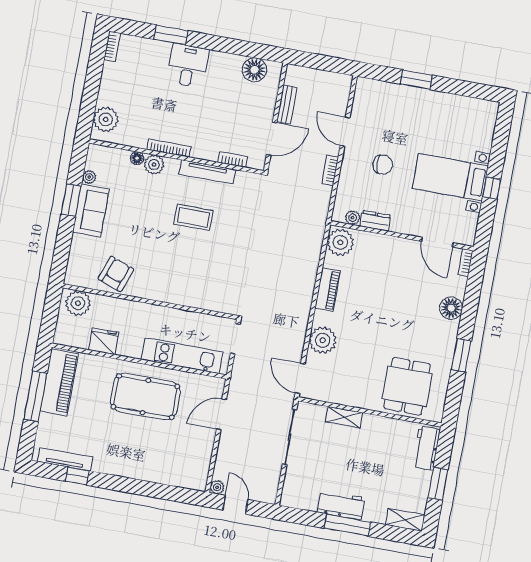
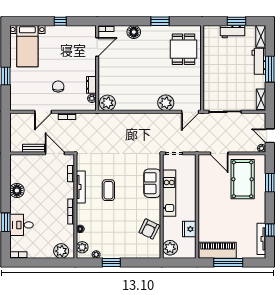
desk: (188, 66) -> (21, 225), moved
floor lamp: (254, 70) -> (17, 191), moved
plant: (154, 165) -> (82, 247), moved
bed with nightstands: (450, 177) -> (27, 46), moved
sofa: (91, 210) -> (152, 183), moved, turned -90
armchair: (116, 274) -> (149, 229), turned -84
piano: (328, 290) -> (136, 105), removed
kitchen unit: (182, 356) -> (169, 193), moved, turned 180
dining table: (407, 386) -> (183, 49), turned 90
pool table: (145, 397) -> (243, 179), moved
shelving: (344, 417) -> (261, 99), moved
workbench: (426, 448) -> (232, 32), moved
window: (157, 491) -> (270, 183), added
door: (235, 505) -> (270, 136), hinge flipped
workbench: (341, 505) -> (259, 61), moved

